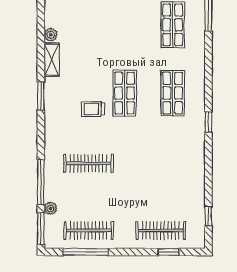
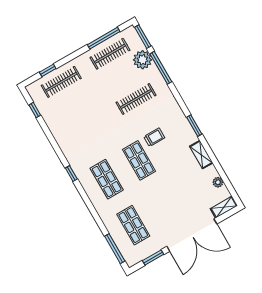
plant: (51, 35) -> (218, 182), moved
plant: (50, 208) -> (143, 60), width x1.88, depth x1.88

